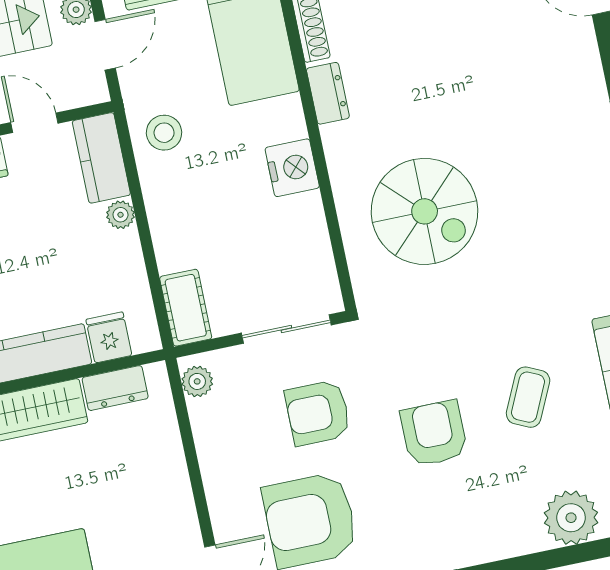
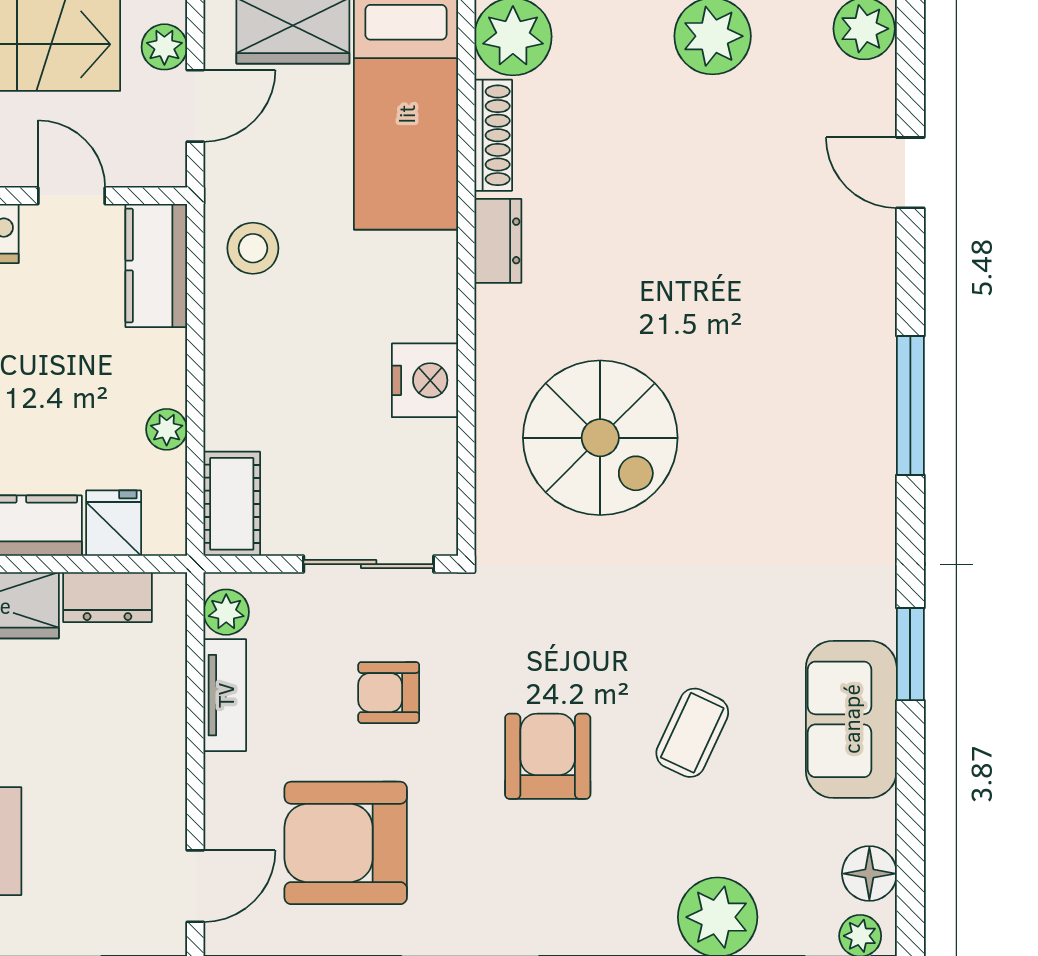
nightstand: (292, 168) -> (425, 380), moved
plant: (120, 215) -> (167, 429), moved
armchair: (318, 413) -> (389, 693), width x0.72, depth x0.72
tv unit: (208, 438) -> (225, 695), added

